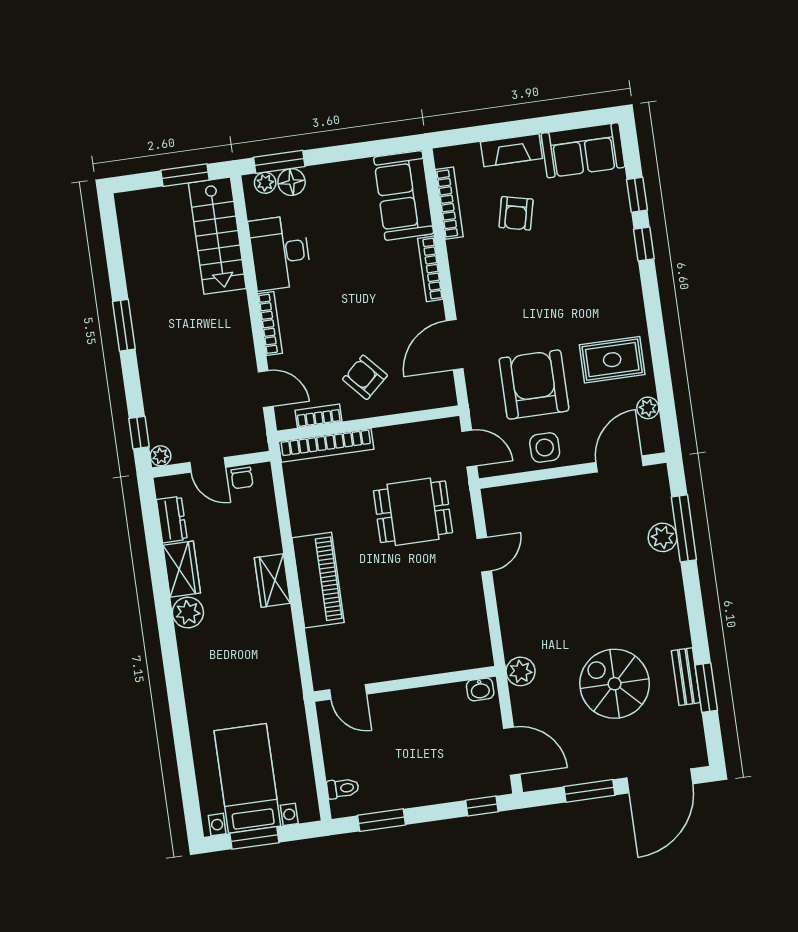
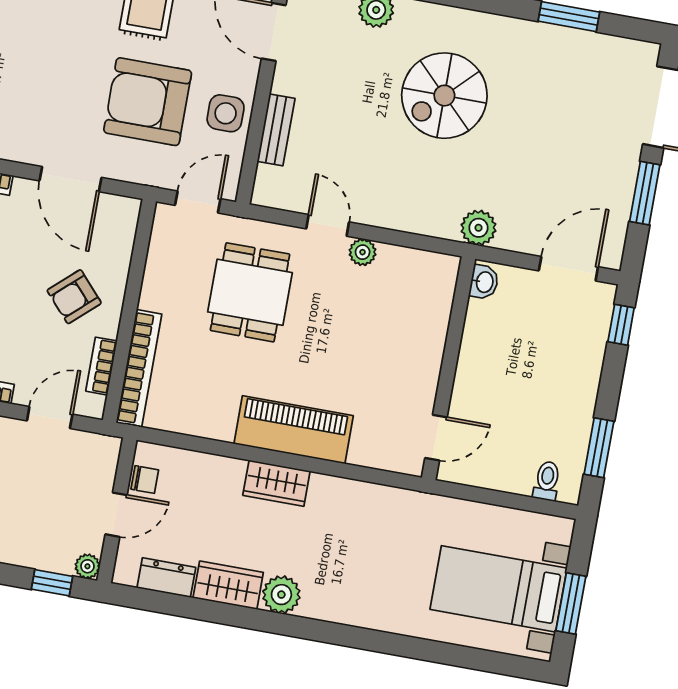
plant: (472, 588) -> (363, 252), added
bench: (686, 677) -> (276, 130), moved, turned 90
spiral stairs: (615, 684) -> (444, 96), moved

